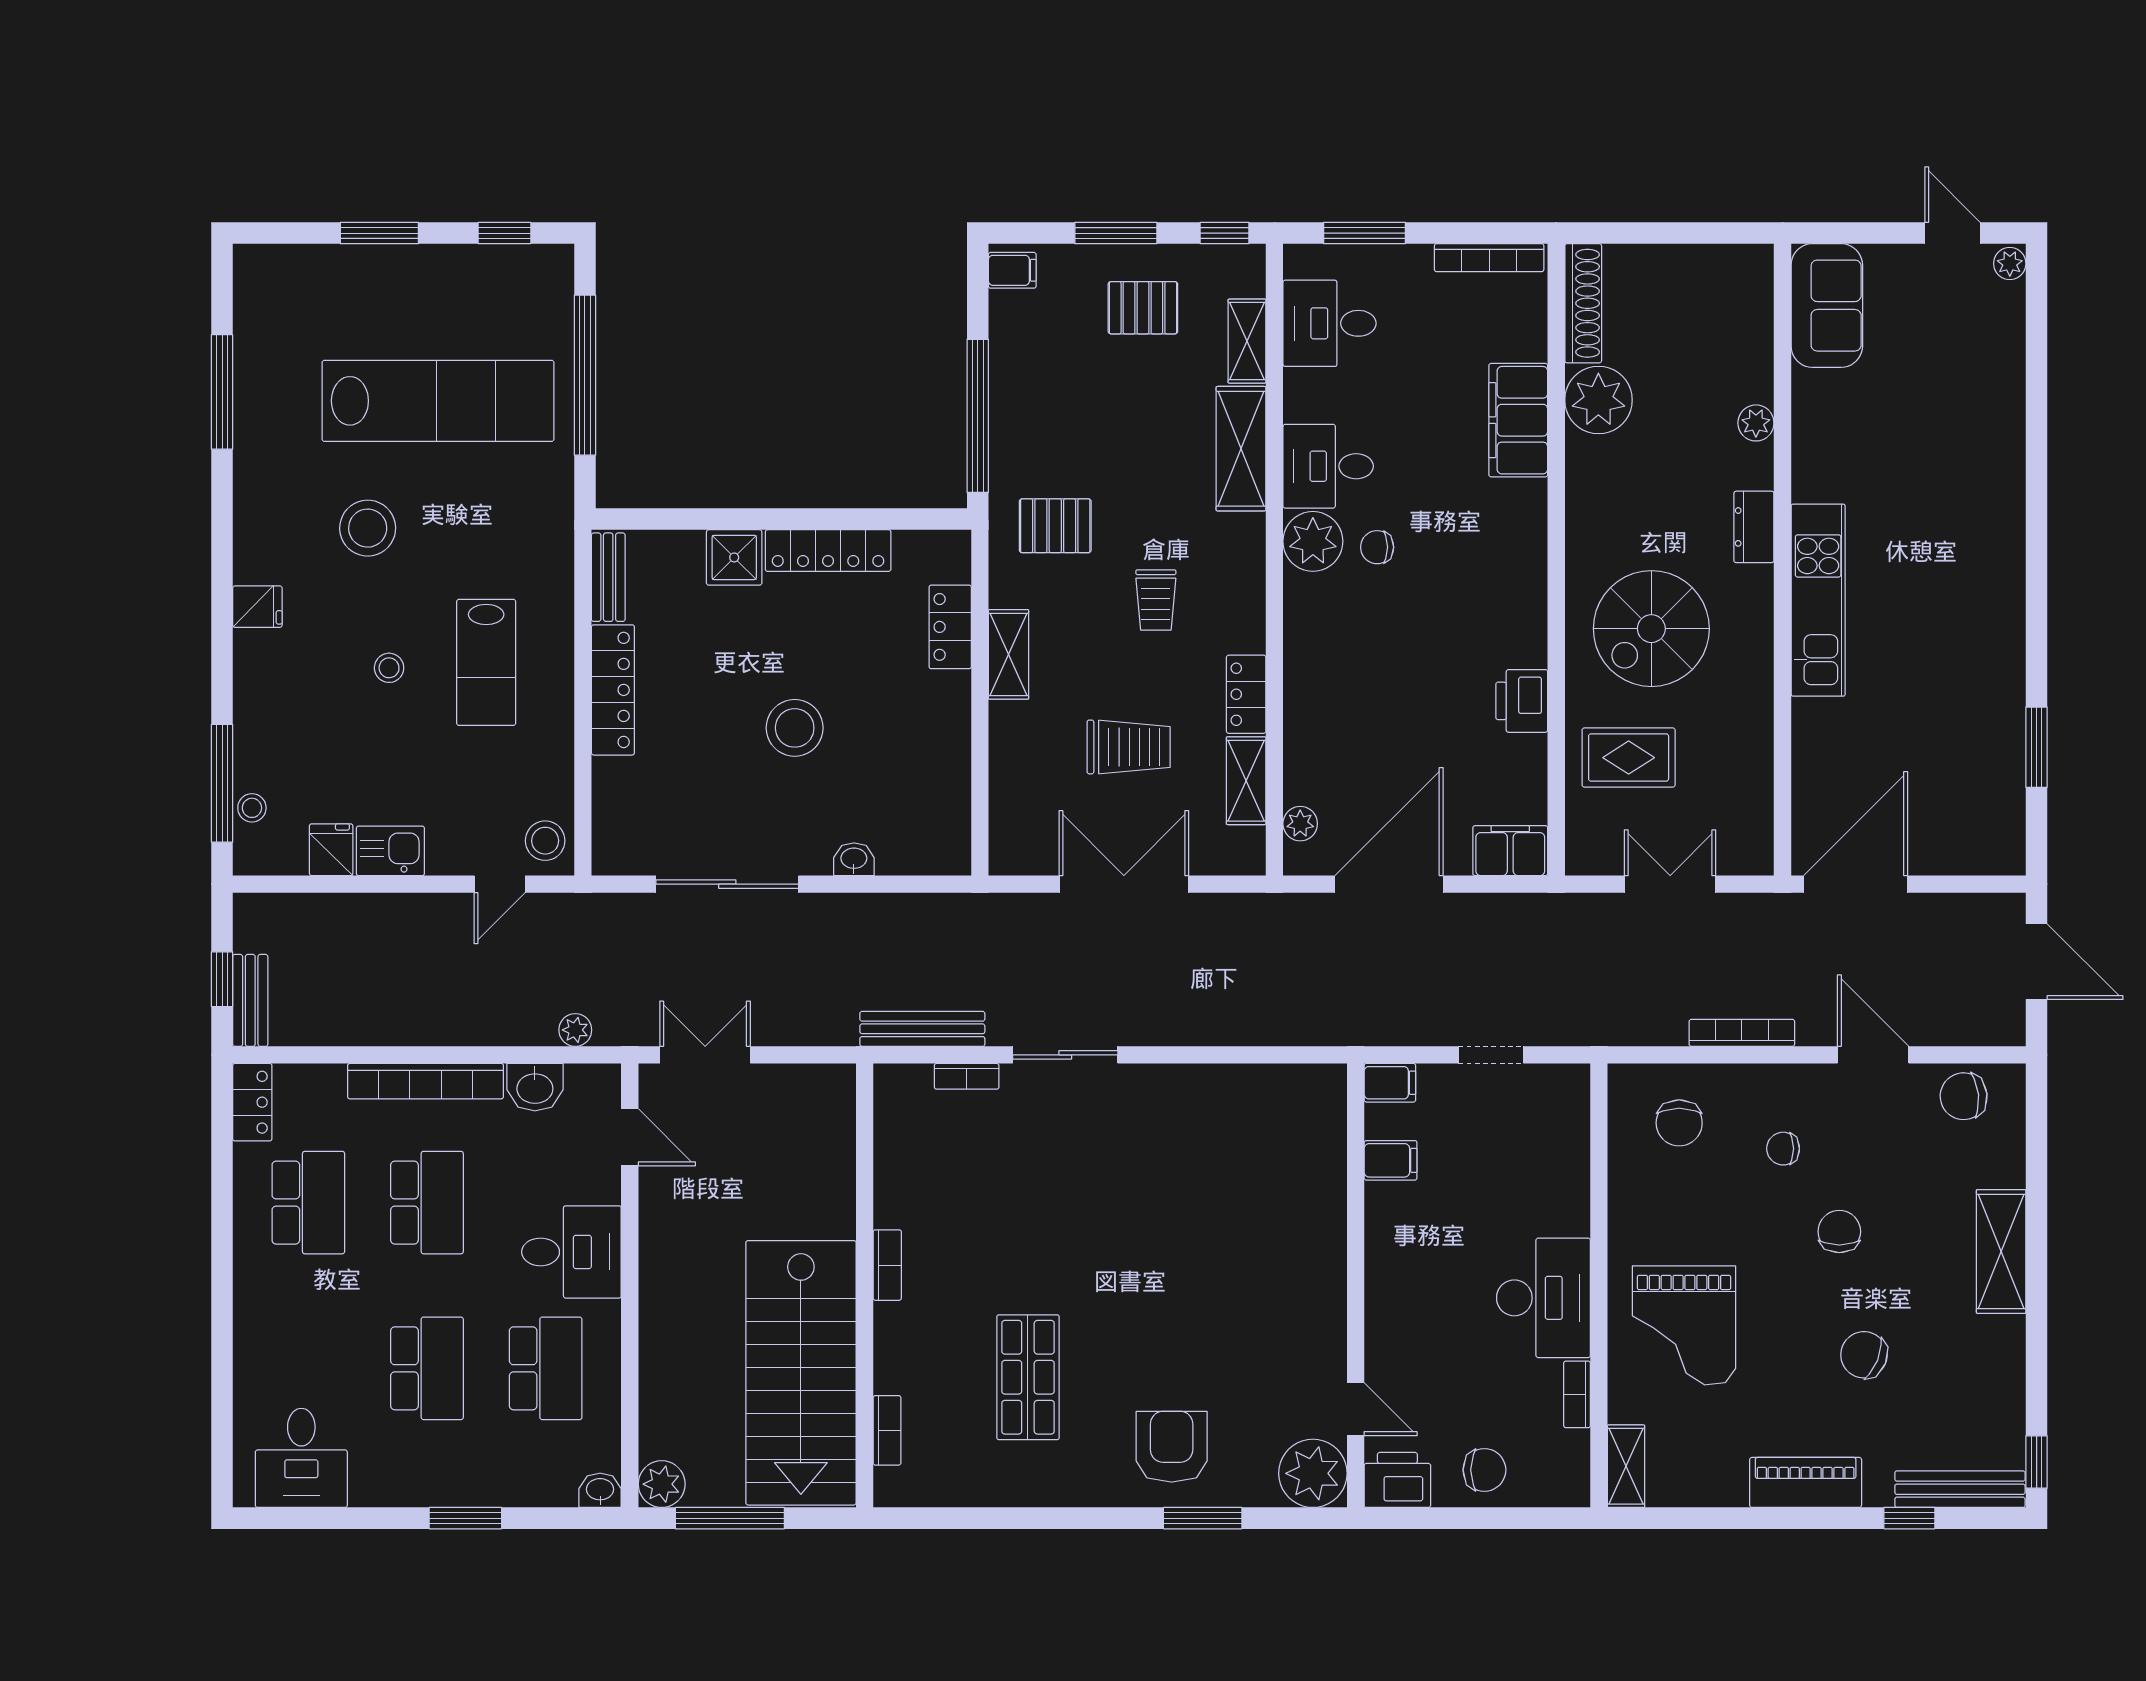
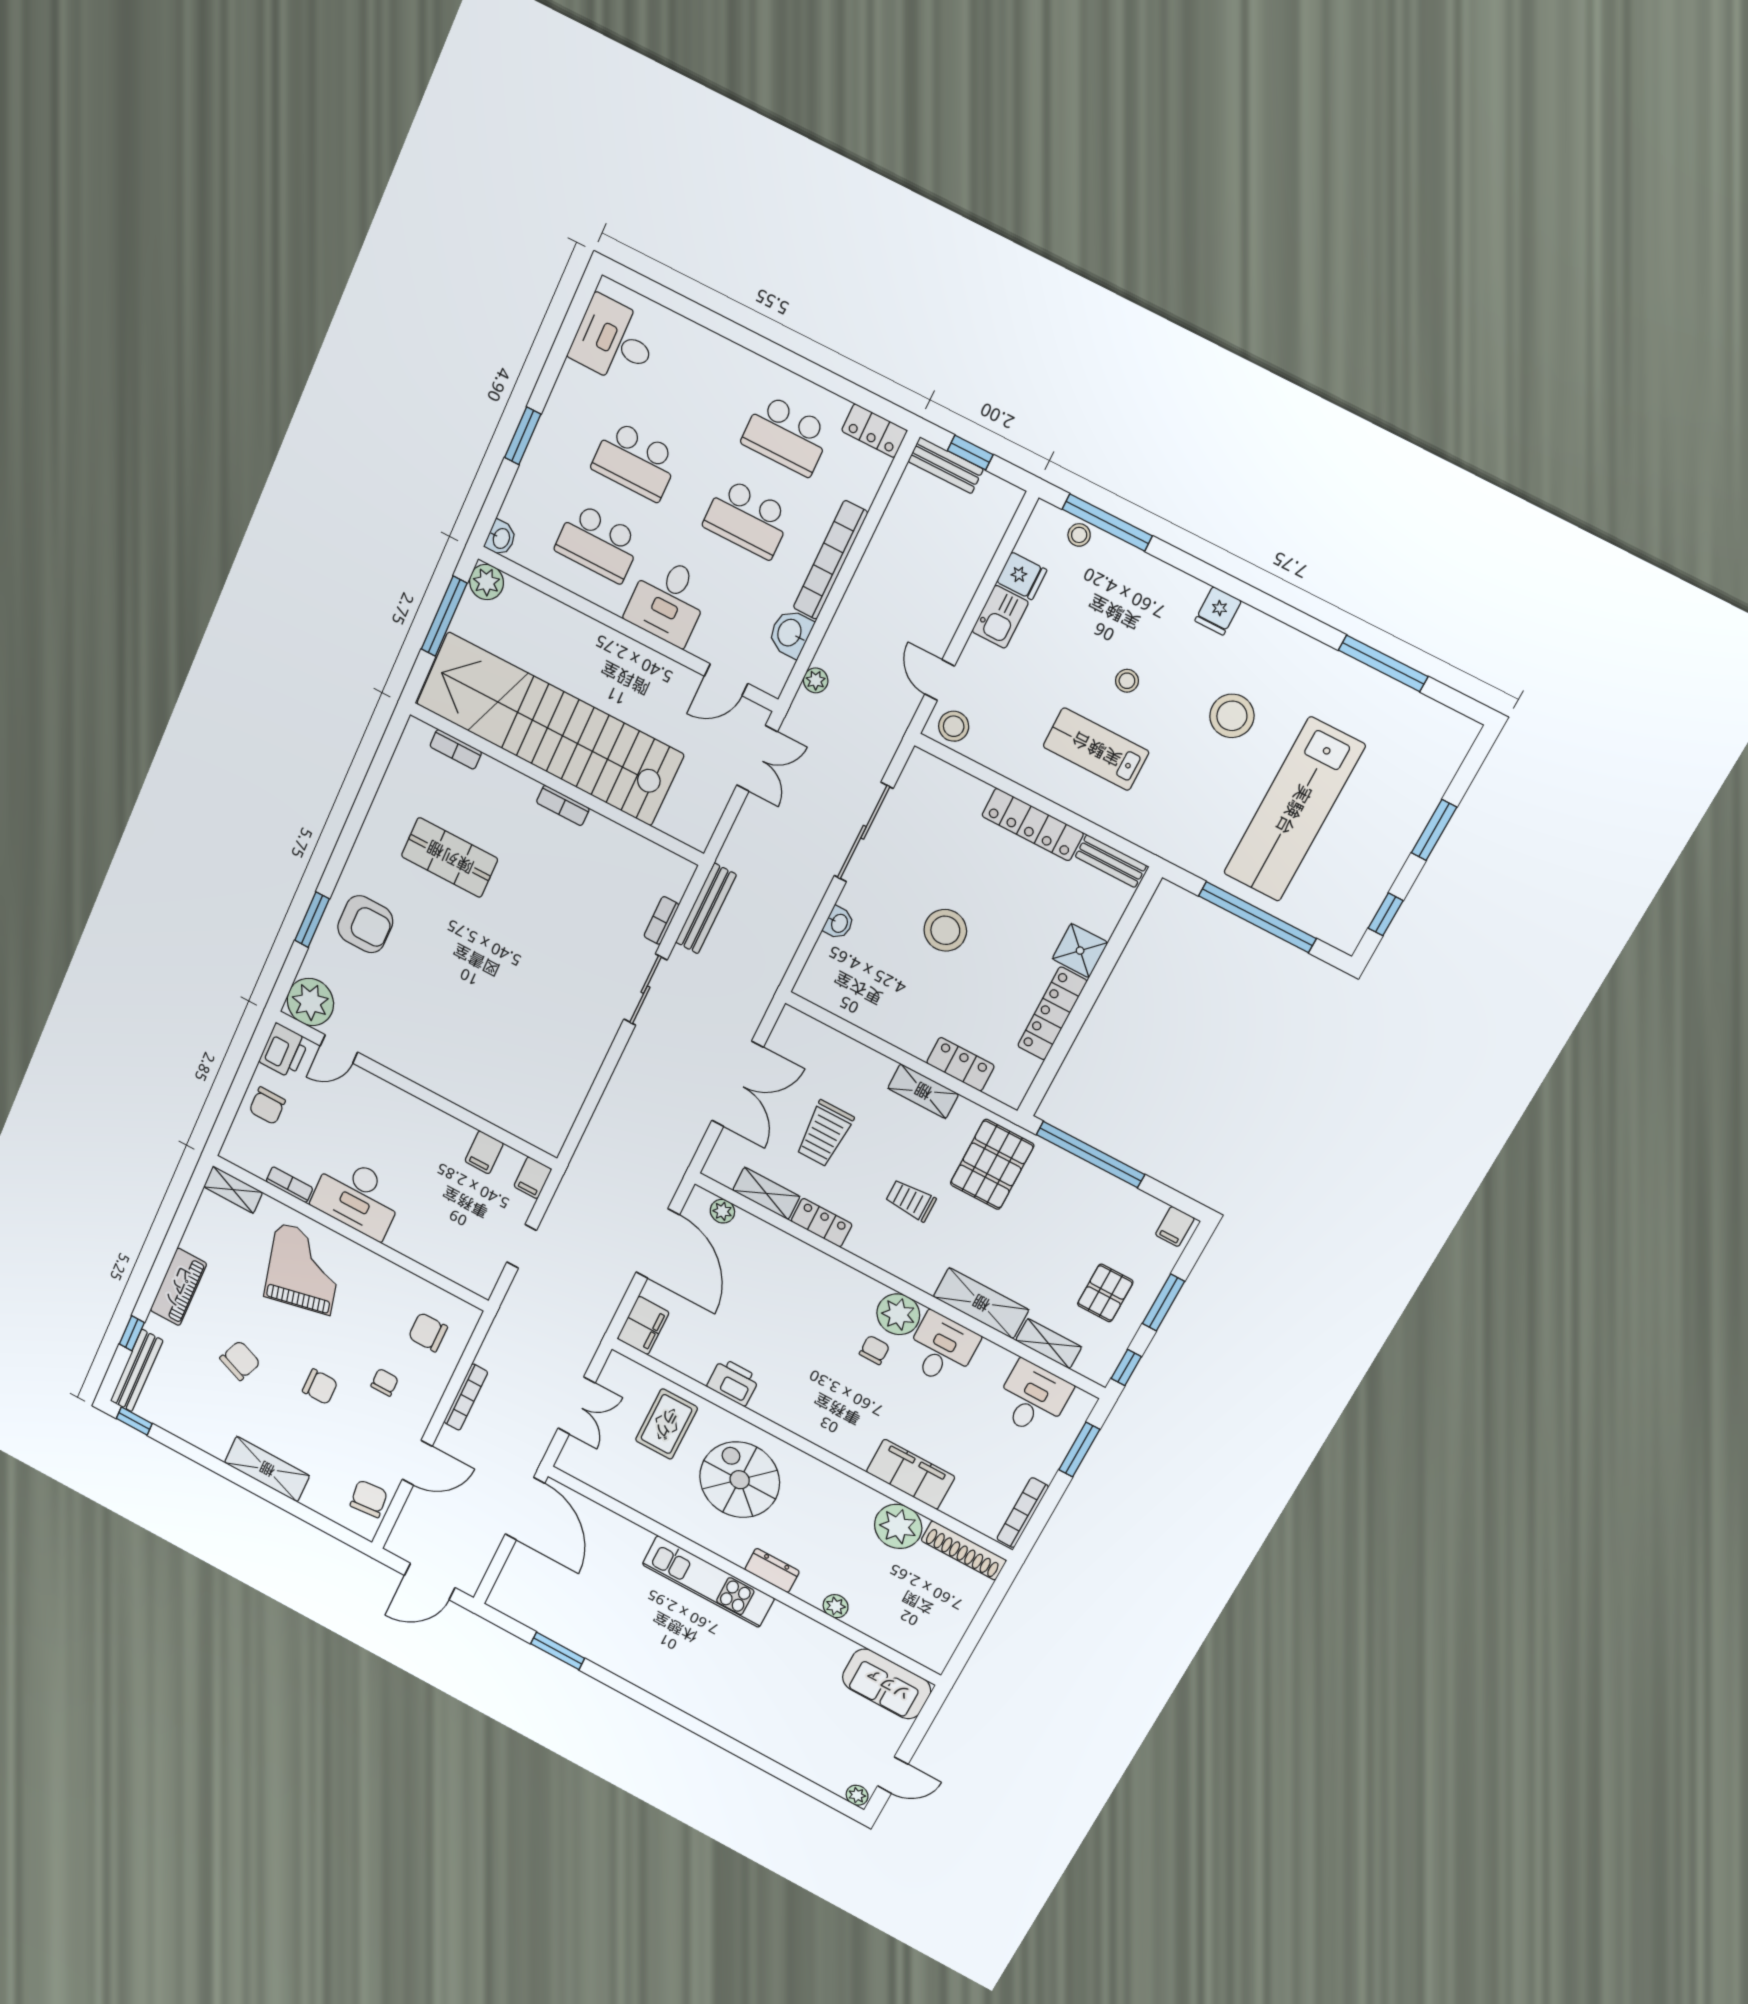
pallet: (1055, 526) -> (992, 1164), width x1.50, depth x1.42
grand piano: (1684, 1325) -> (304, 1269), turned 77
stairs: (801, 1373) -> (550, 729), width x1.36

